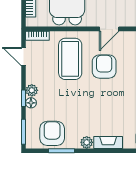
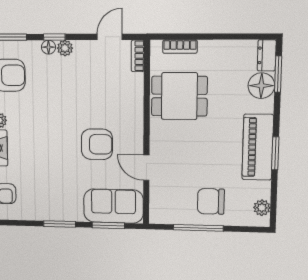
door: (109, 29) -> (146, 168), moved
coffee table: (70, 59) -> (107, 100), removed

